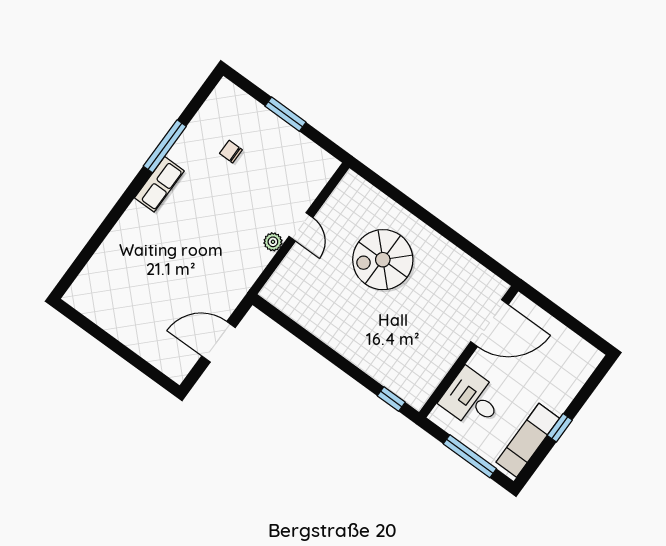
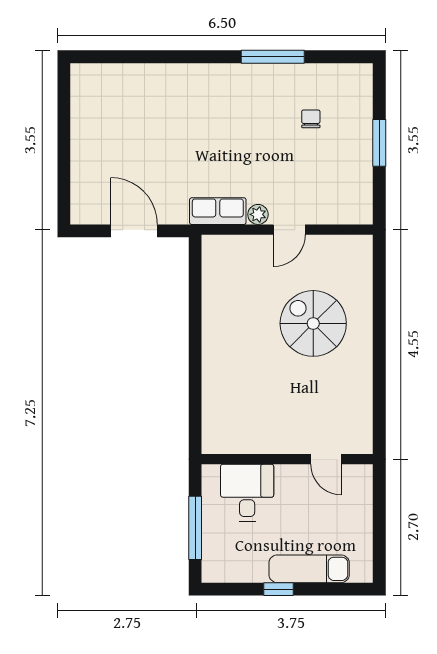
row of seats: (159, 184) -> (218, 211), moved, turned 180
door: (490, 323) -> (326, 459), width x0.53
window: (391, 399) -> (195, 421), removed
exam couch: (528, 440) -> (309, 569), moved

